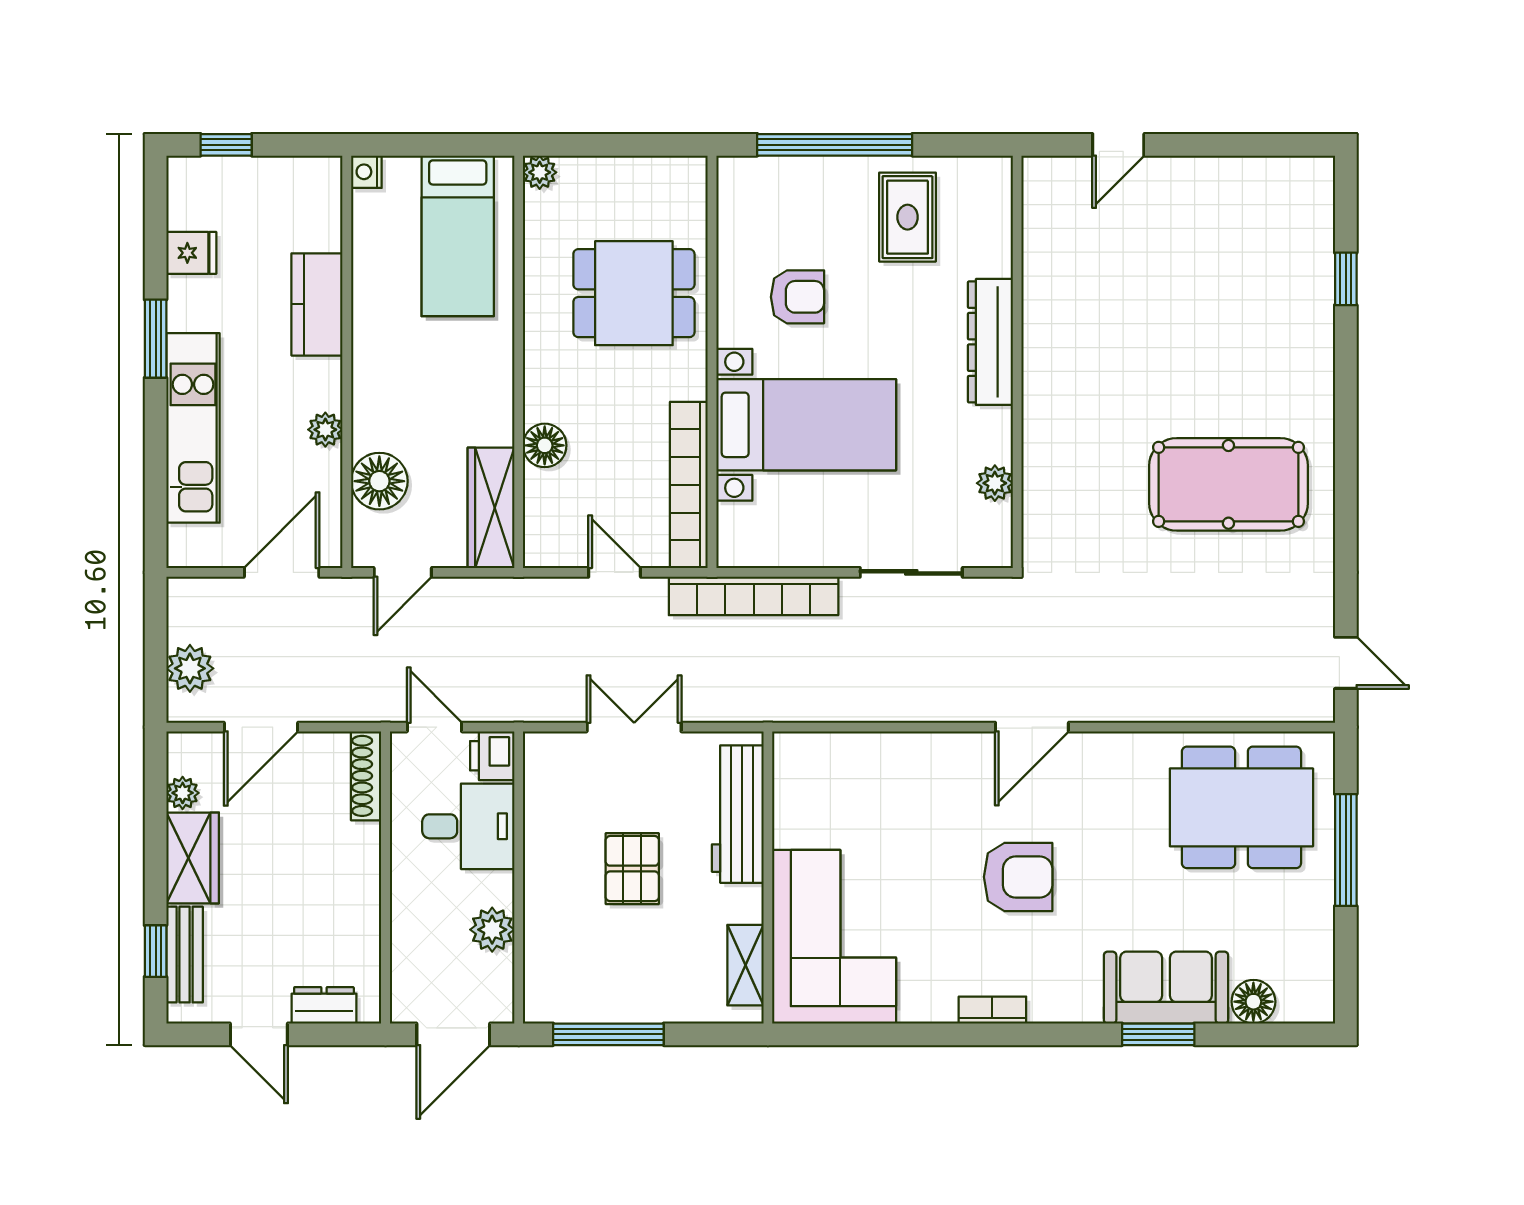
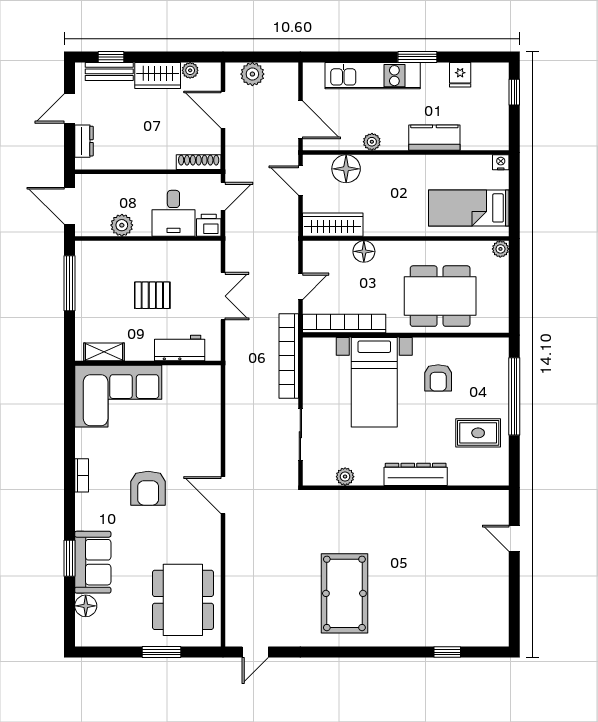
dining table: (634, 293) -> (440, 296), width x1.38
workbench: (738, 814) -> (180, 348), width x0.73
window: (1346, 850) -> (162, 652), width x0.69

